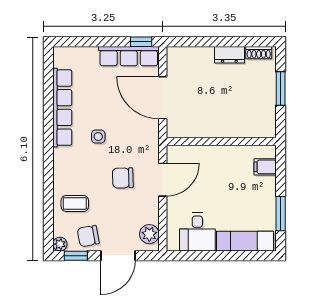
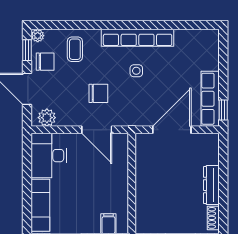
dresser: (229, 55) -> (211, 185), width x1.44
row of seats: (62, 108) -> (138, 38), moved
chair: (123, 178) -> (98, 93), turned 92
desk: (197, 232) -> (49, 156), width x1.37
chair: (88, 236) -> (45, 62), turned 100

